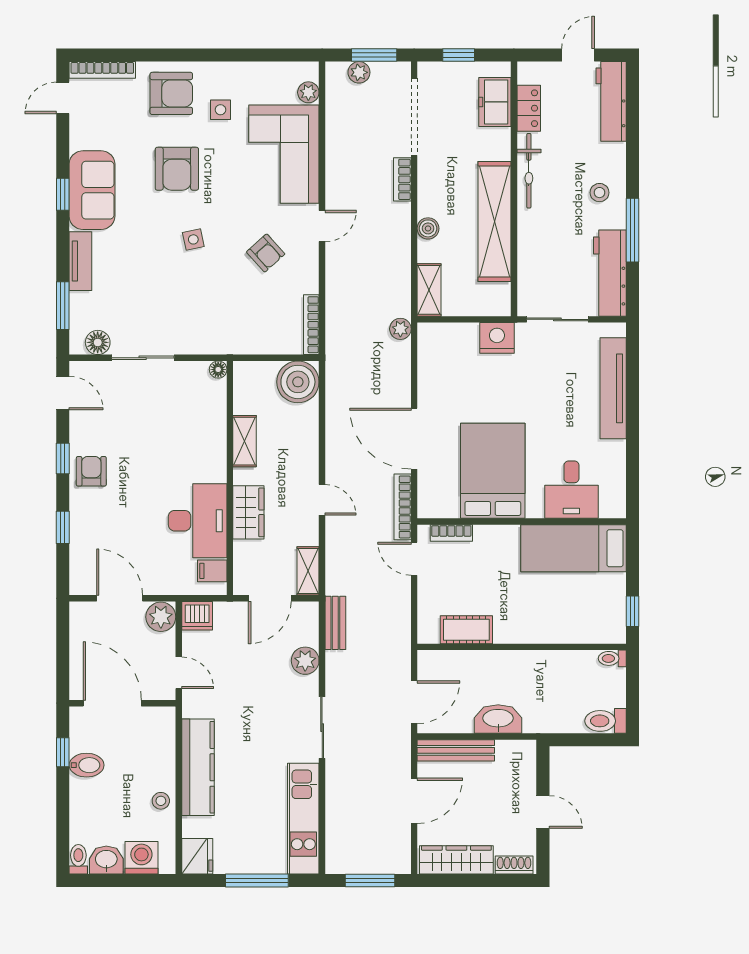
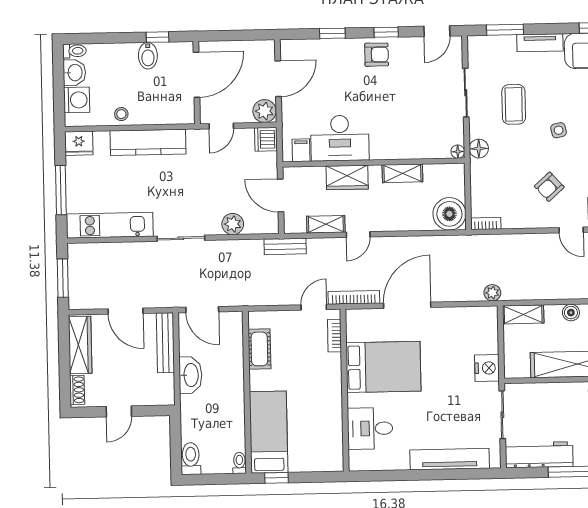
coffee table: (159, 296) -> (514, 104), added
bookcase: (311, 325) -> (486, 224), width x0.64
floor lamp: (98, 342) -> (479, 149), moved
bed: (573, 548) -> (269, 432), moved
shelving: (308, 571) -> (326, 224), moved
bench: (335, 623) -> (285, 246), moved

